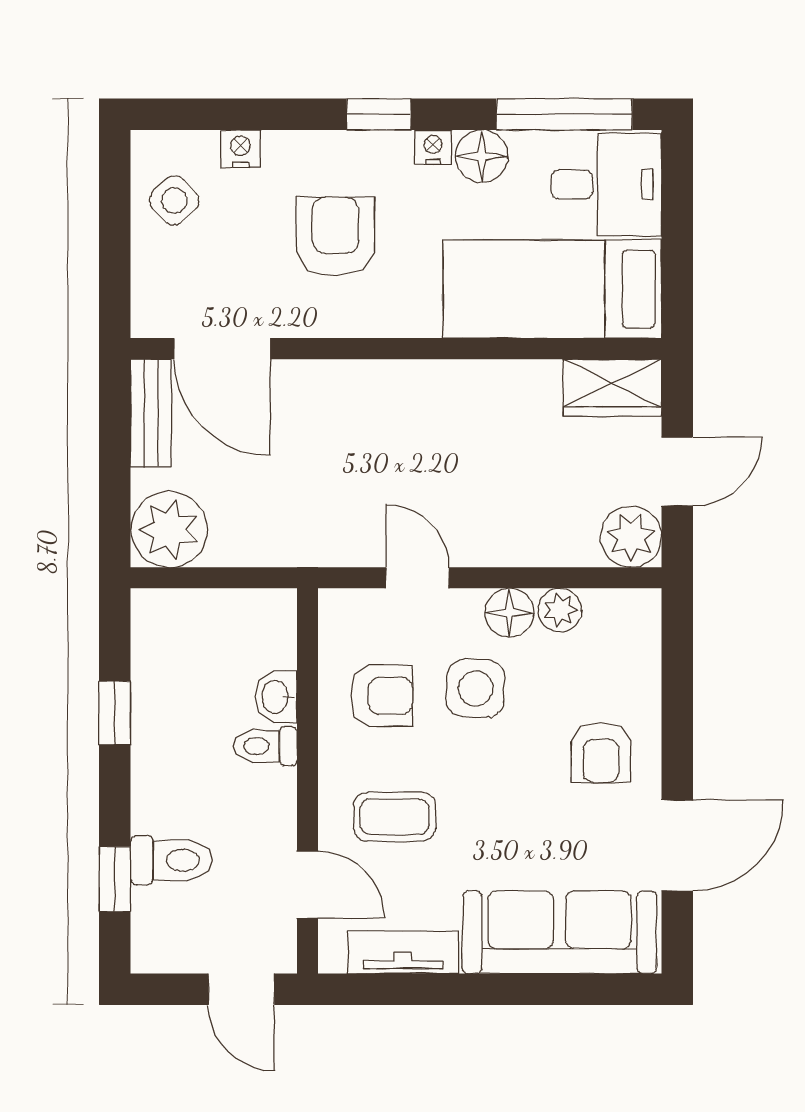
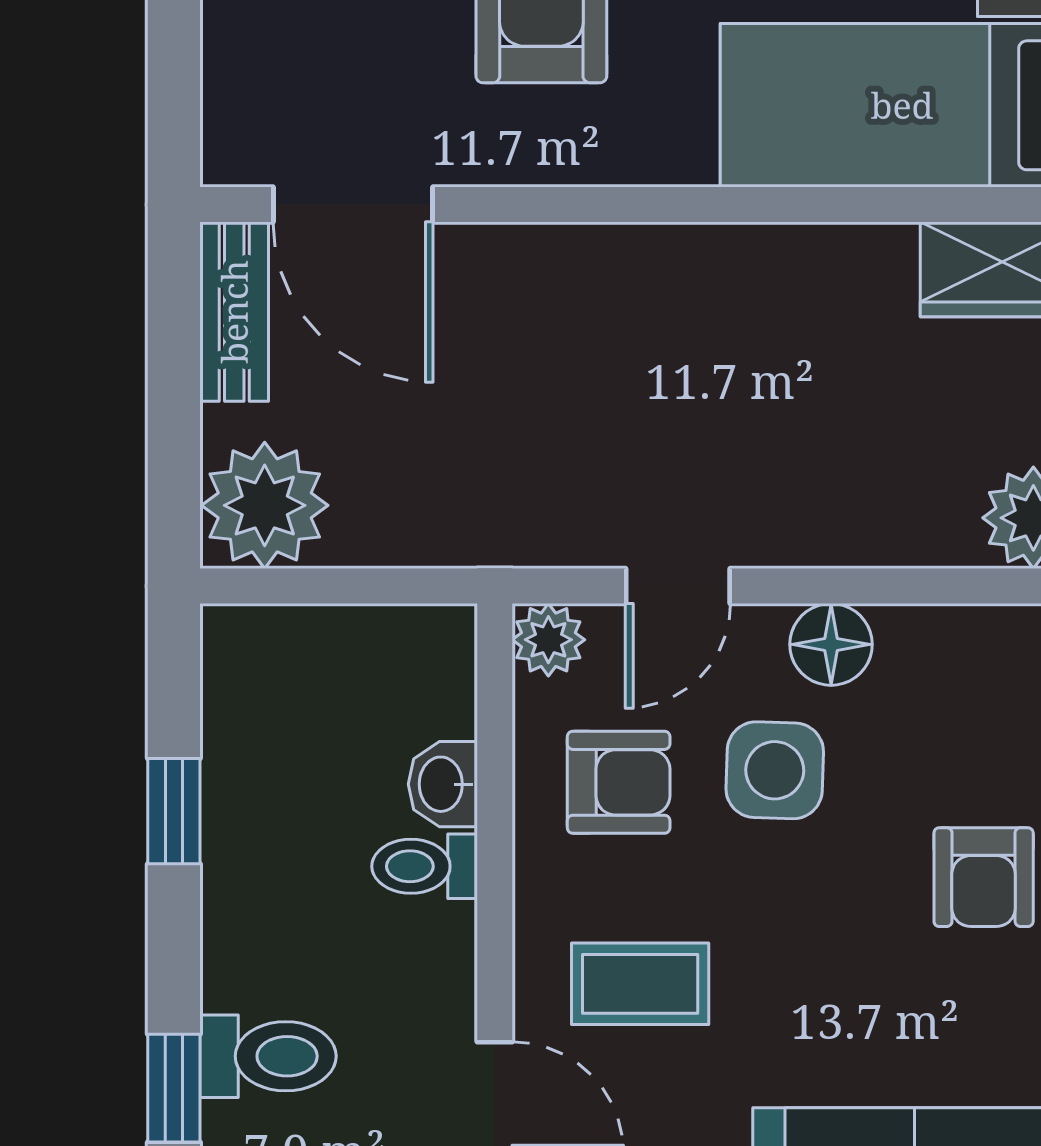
door: (417, 578) -> (678, 586), swing flipped
plant: (560, 610) -> (548, 640), moved

